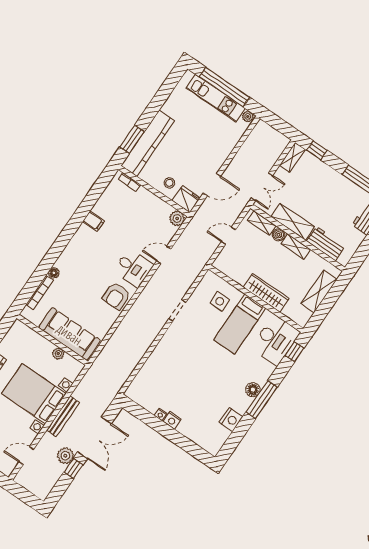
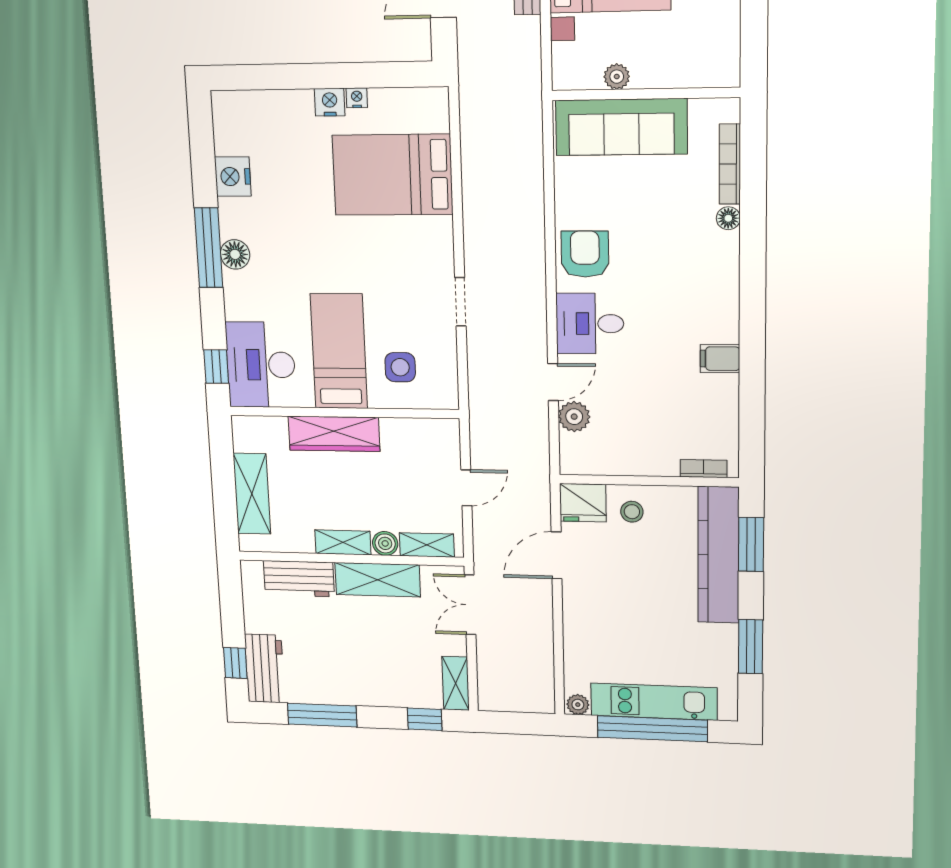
window: (161, 97) -> (751, 647), added
plant: (177, 218) -> (574, 417), moved
bed: (168, 377) -> (393, 175), added

